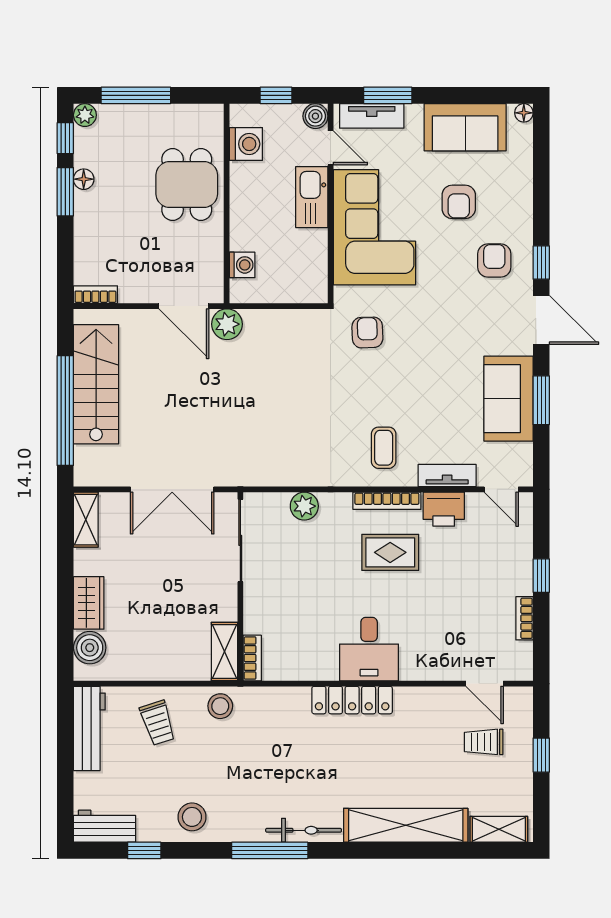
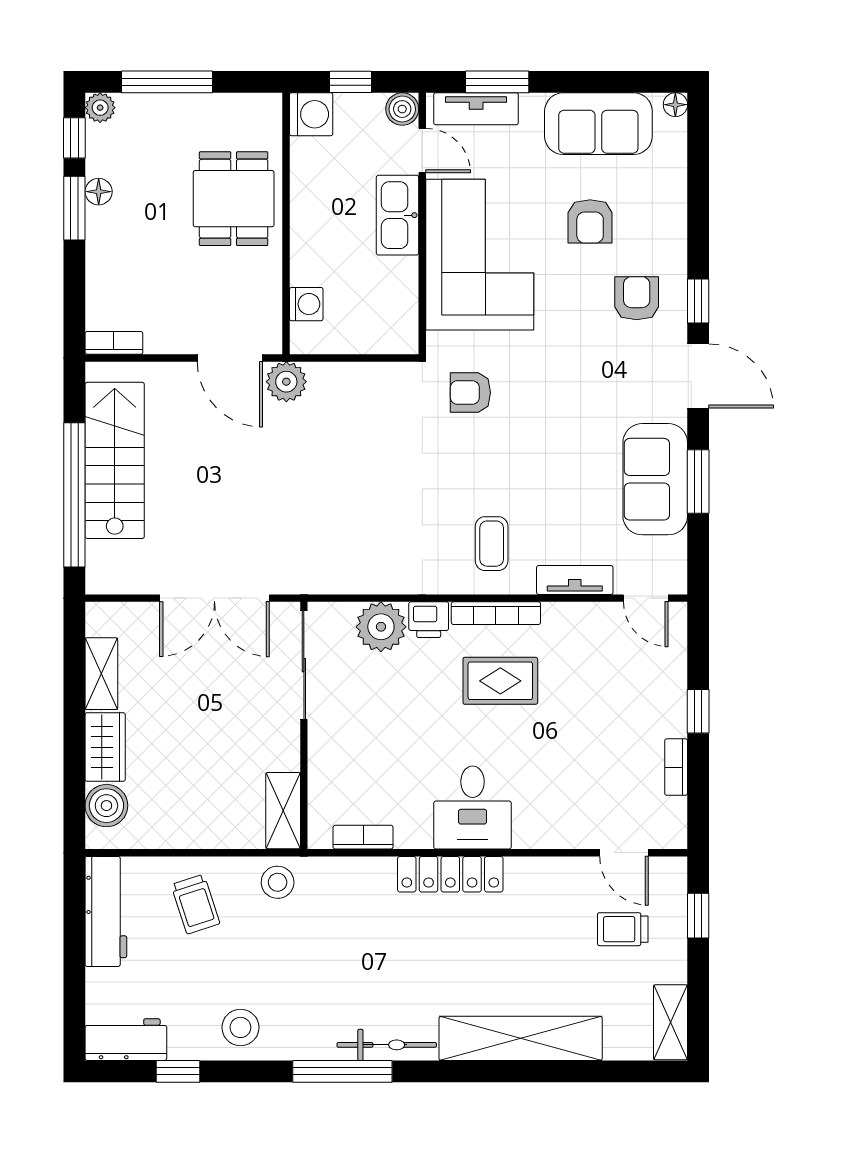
washing machine: (246, 144) -> (311, 114), moved
armchair: (367, 332) -> (470, 393), turned -88
plant: (304, 506) -> (381, 627), width x1.36, depth x1.36
printer: (444, 509) -> (429, 620), moved, width x0.73, depth x0.81
shelving: (86, 520) -> (101, 674), moved
bookcase: (252, 658) -> (363, 837), moved, turned -90
window: (541, 755) -> (698, 916), moved
shelving: (499, 829) -> (671, 1022), moved, turned 90

